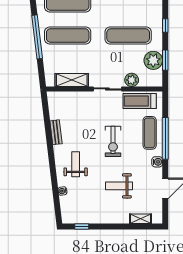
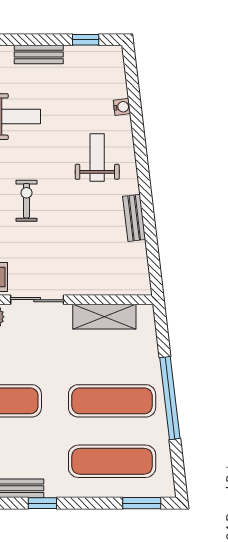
exercise bike: (113, 141) -> (26, 201), width x0.73, depth x0.72
weight bench: (76, 164) -> (97, 157), turned 180
bench: (106, 219) -> (39, 54), added

